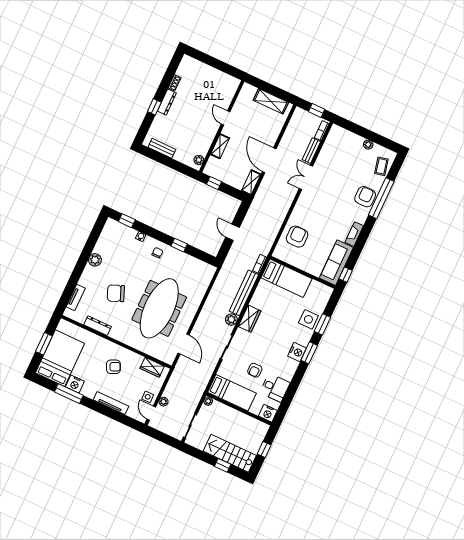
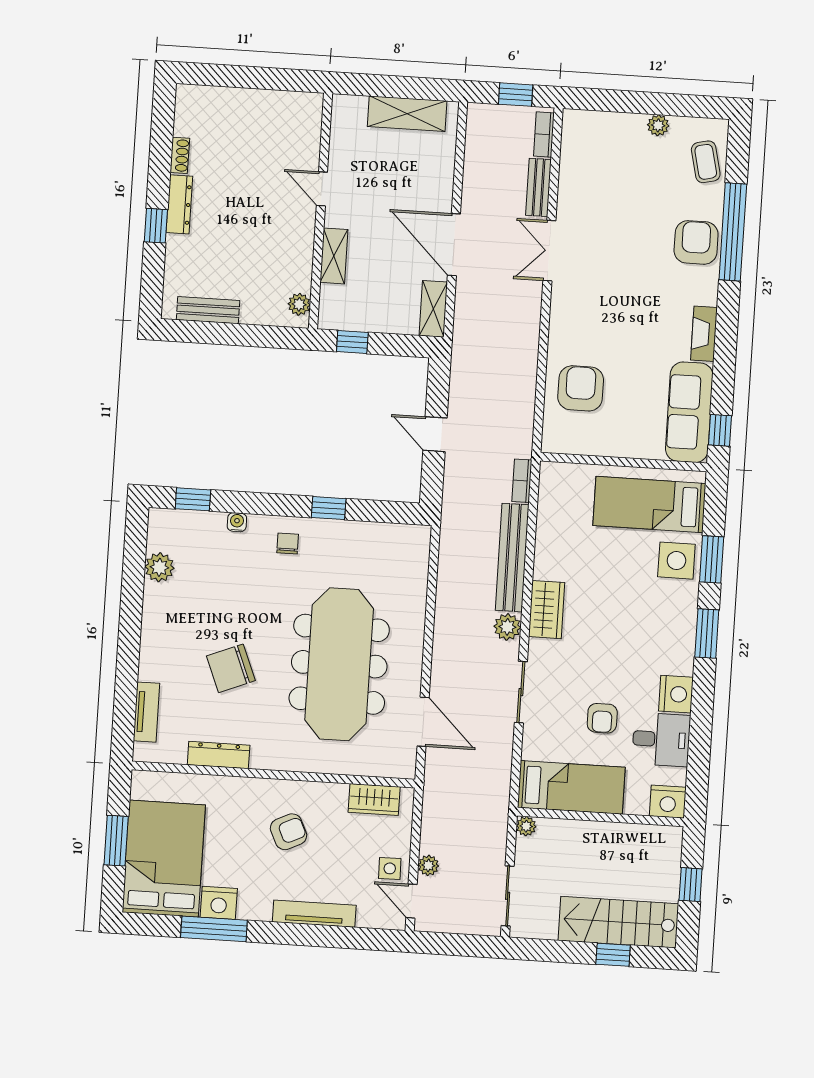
plant: (95, 260) -> (159, 567), moved
bed: (287, 278) -> (649, 504), moved, turned 180
nightstand: (297, 352) -> (676, 694), moved

